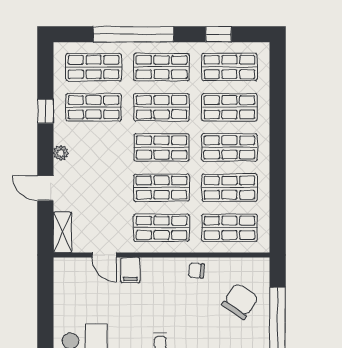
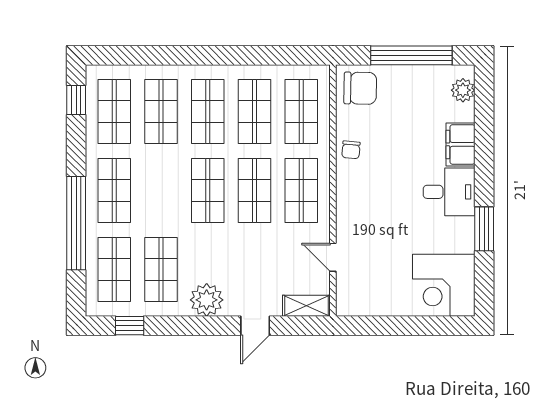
window: (219, 34) -> (76, 100), moved
shop shelf: (162, 107) -> (161, 190), removed
window: (45, 111) -> (130, 326), moved
plant: (61, 153) -> (207, 300), width x1.88, depth x1.88
door: (104, 255) -> (333, 257), swing flipped
filing cabinet: (130, 270) -> (350, 227), removed
chair: (240, 301) -> (360, 88), moved, turned 147

